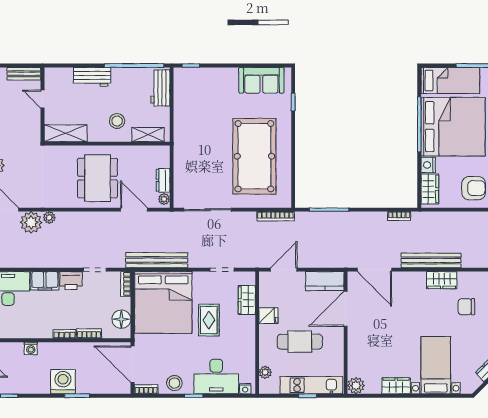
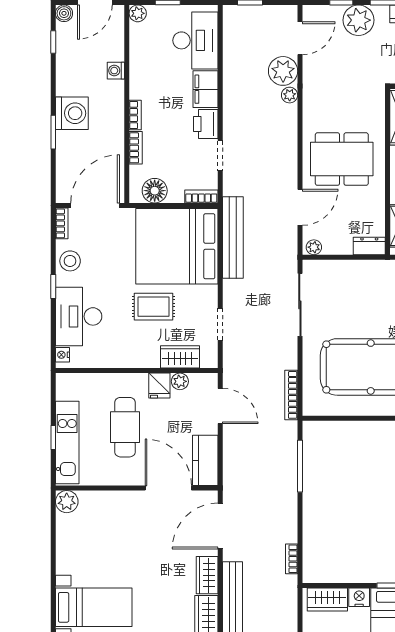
dresser: (163, 180) -> (369, 246), moved
plant: (265, 372) -> (180, 381), moved
wardrobe: (396, 386) -> (207, 575), moved, turned 180

